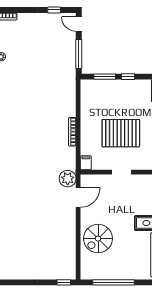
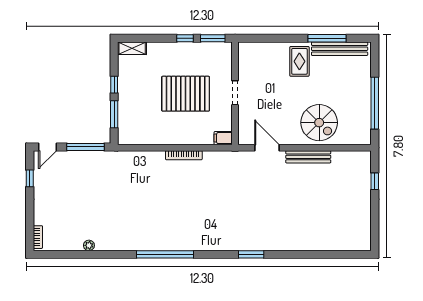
pallet: (121, 133) -> (186, 94), turned 90
plant: (68, 179) -> (243, 161), removed
bench: (71, 230) -> (308, 157), added
window: (64, 282) -> (375, 181), moved

